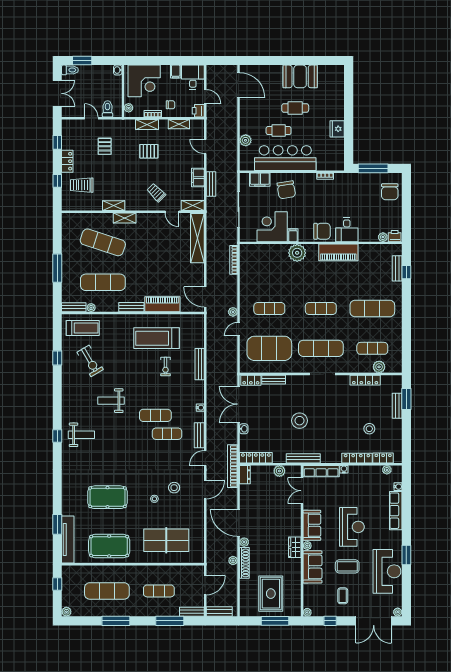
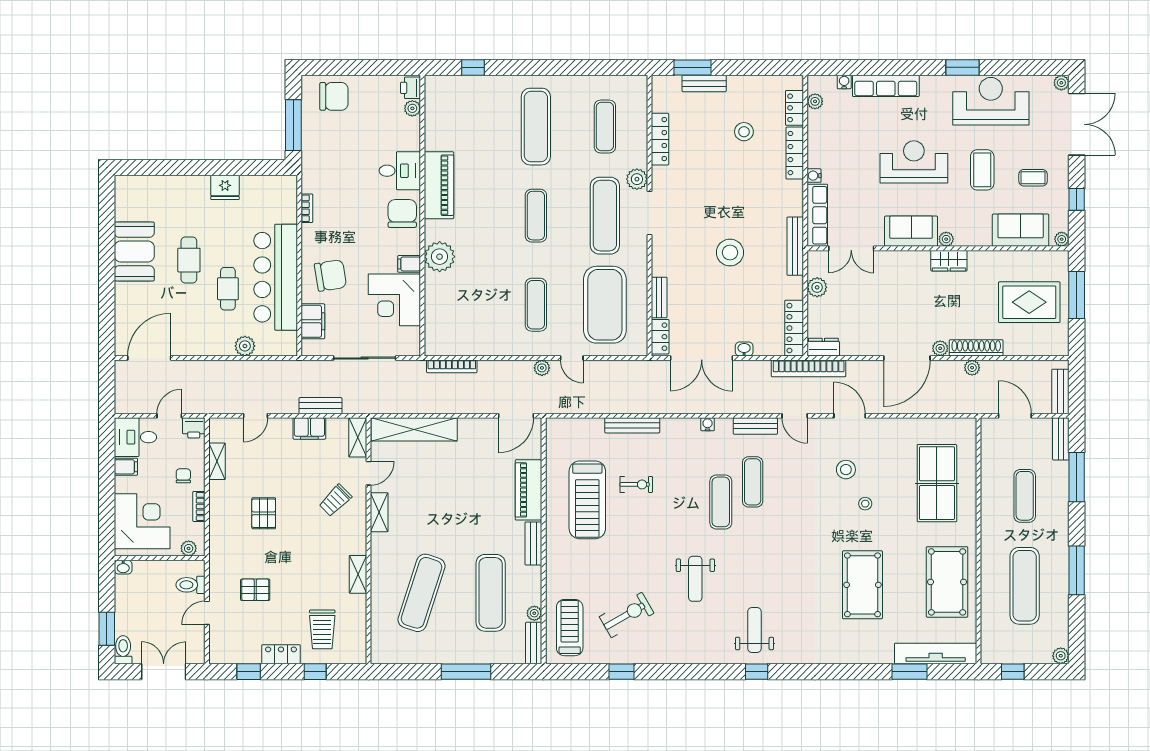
shelving: (147, 125) -> (218, 517), removed
shelving: (125, 218) -> (379, 512), moved
bench: (397, 268) -> (466, 84), removed
plant: (379, 367) -> (637, 179), moved
sofa: (312, 567) -> (1021, 230), moved

